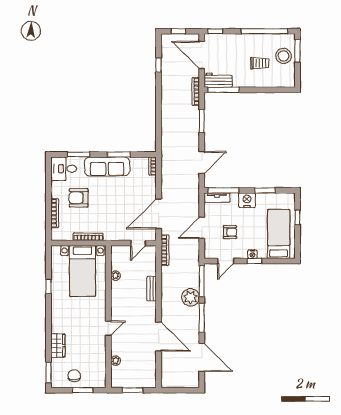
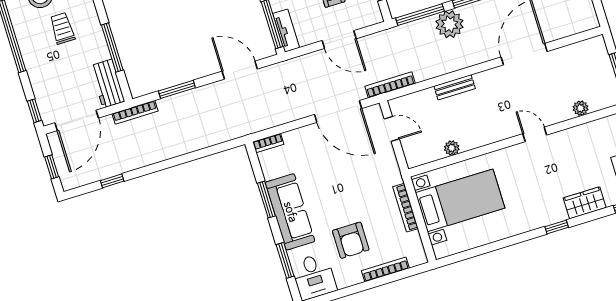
window: (223, 90) -> (112, 48), moved
window: (49, 287) -> (557, 227), moved

